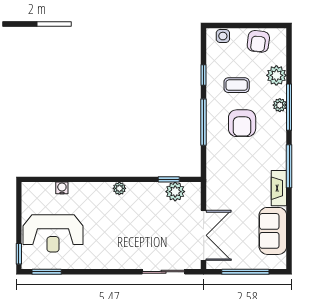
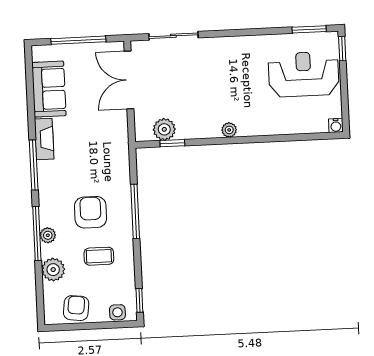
window: (204, 75) -> (139, 300), moved
water cooler: (62, 188) -> (336, 125), moved

